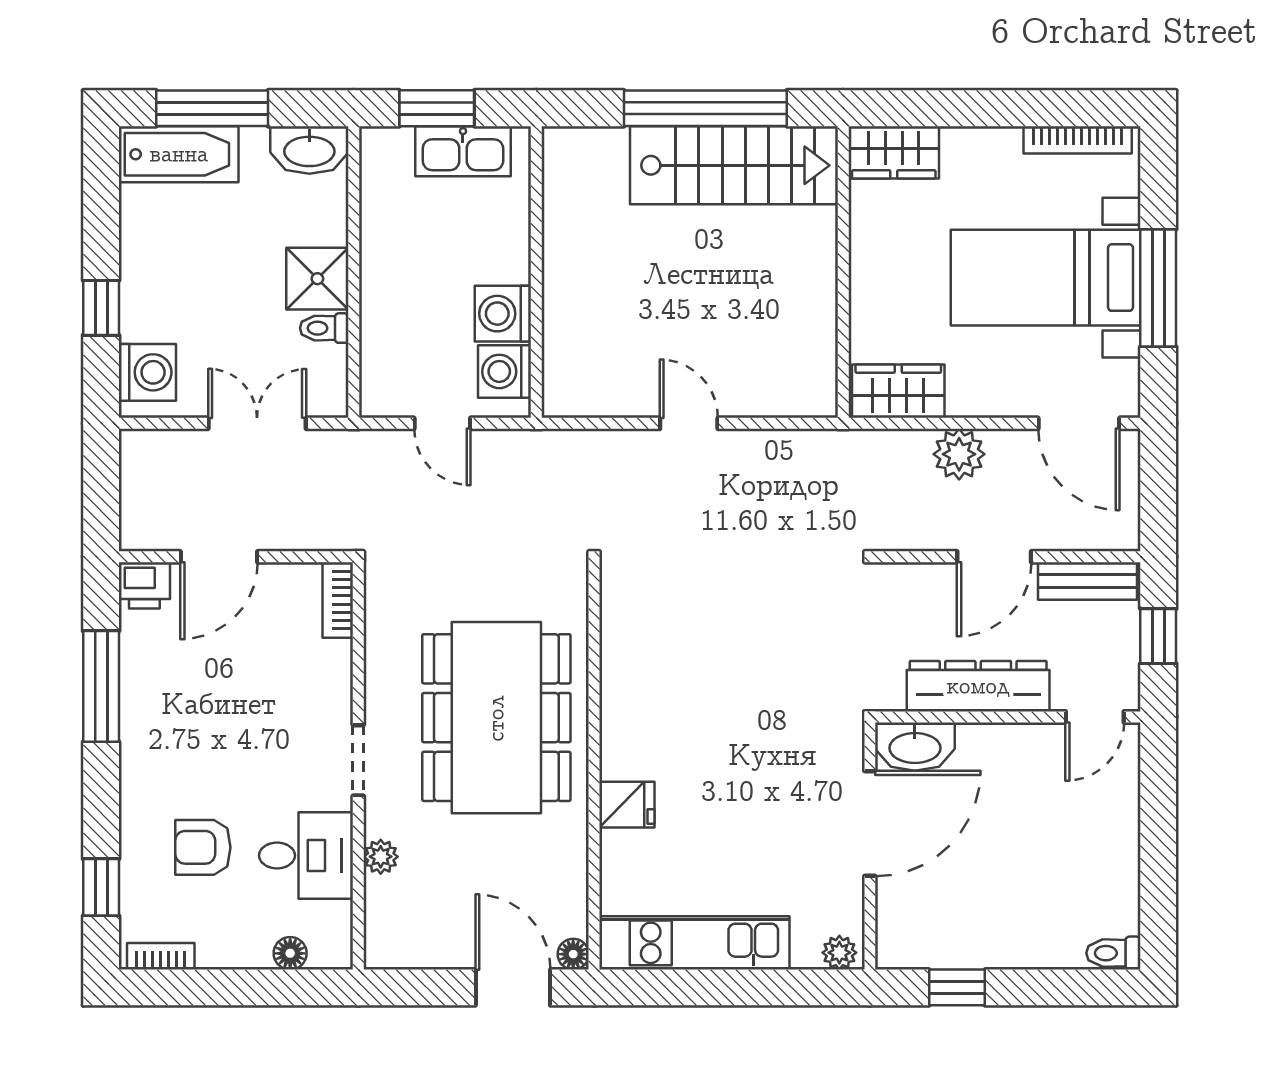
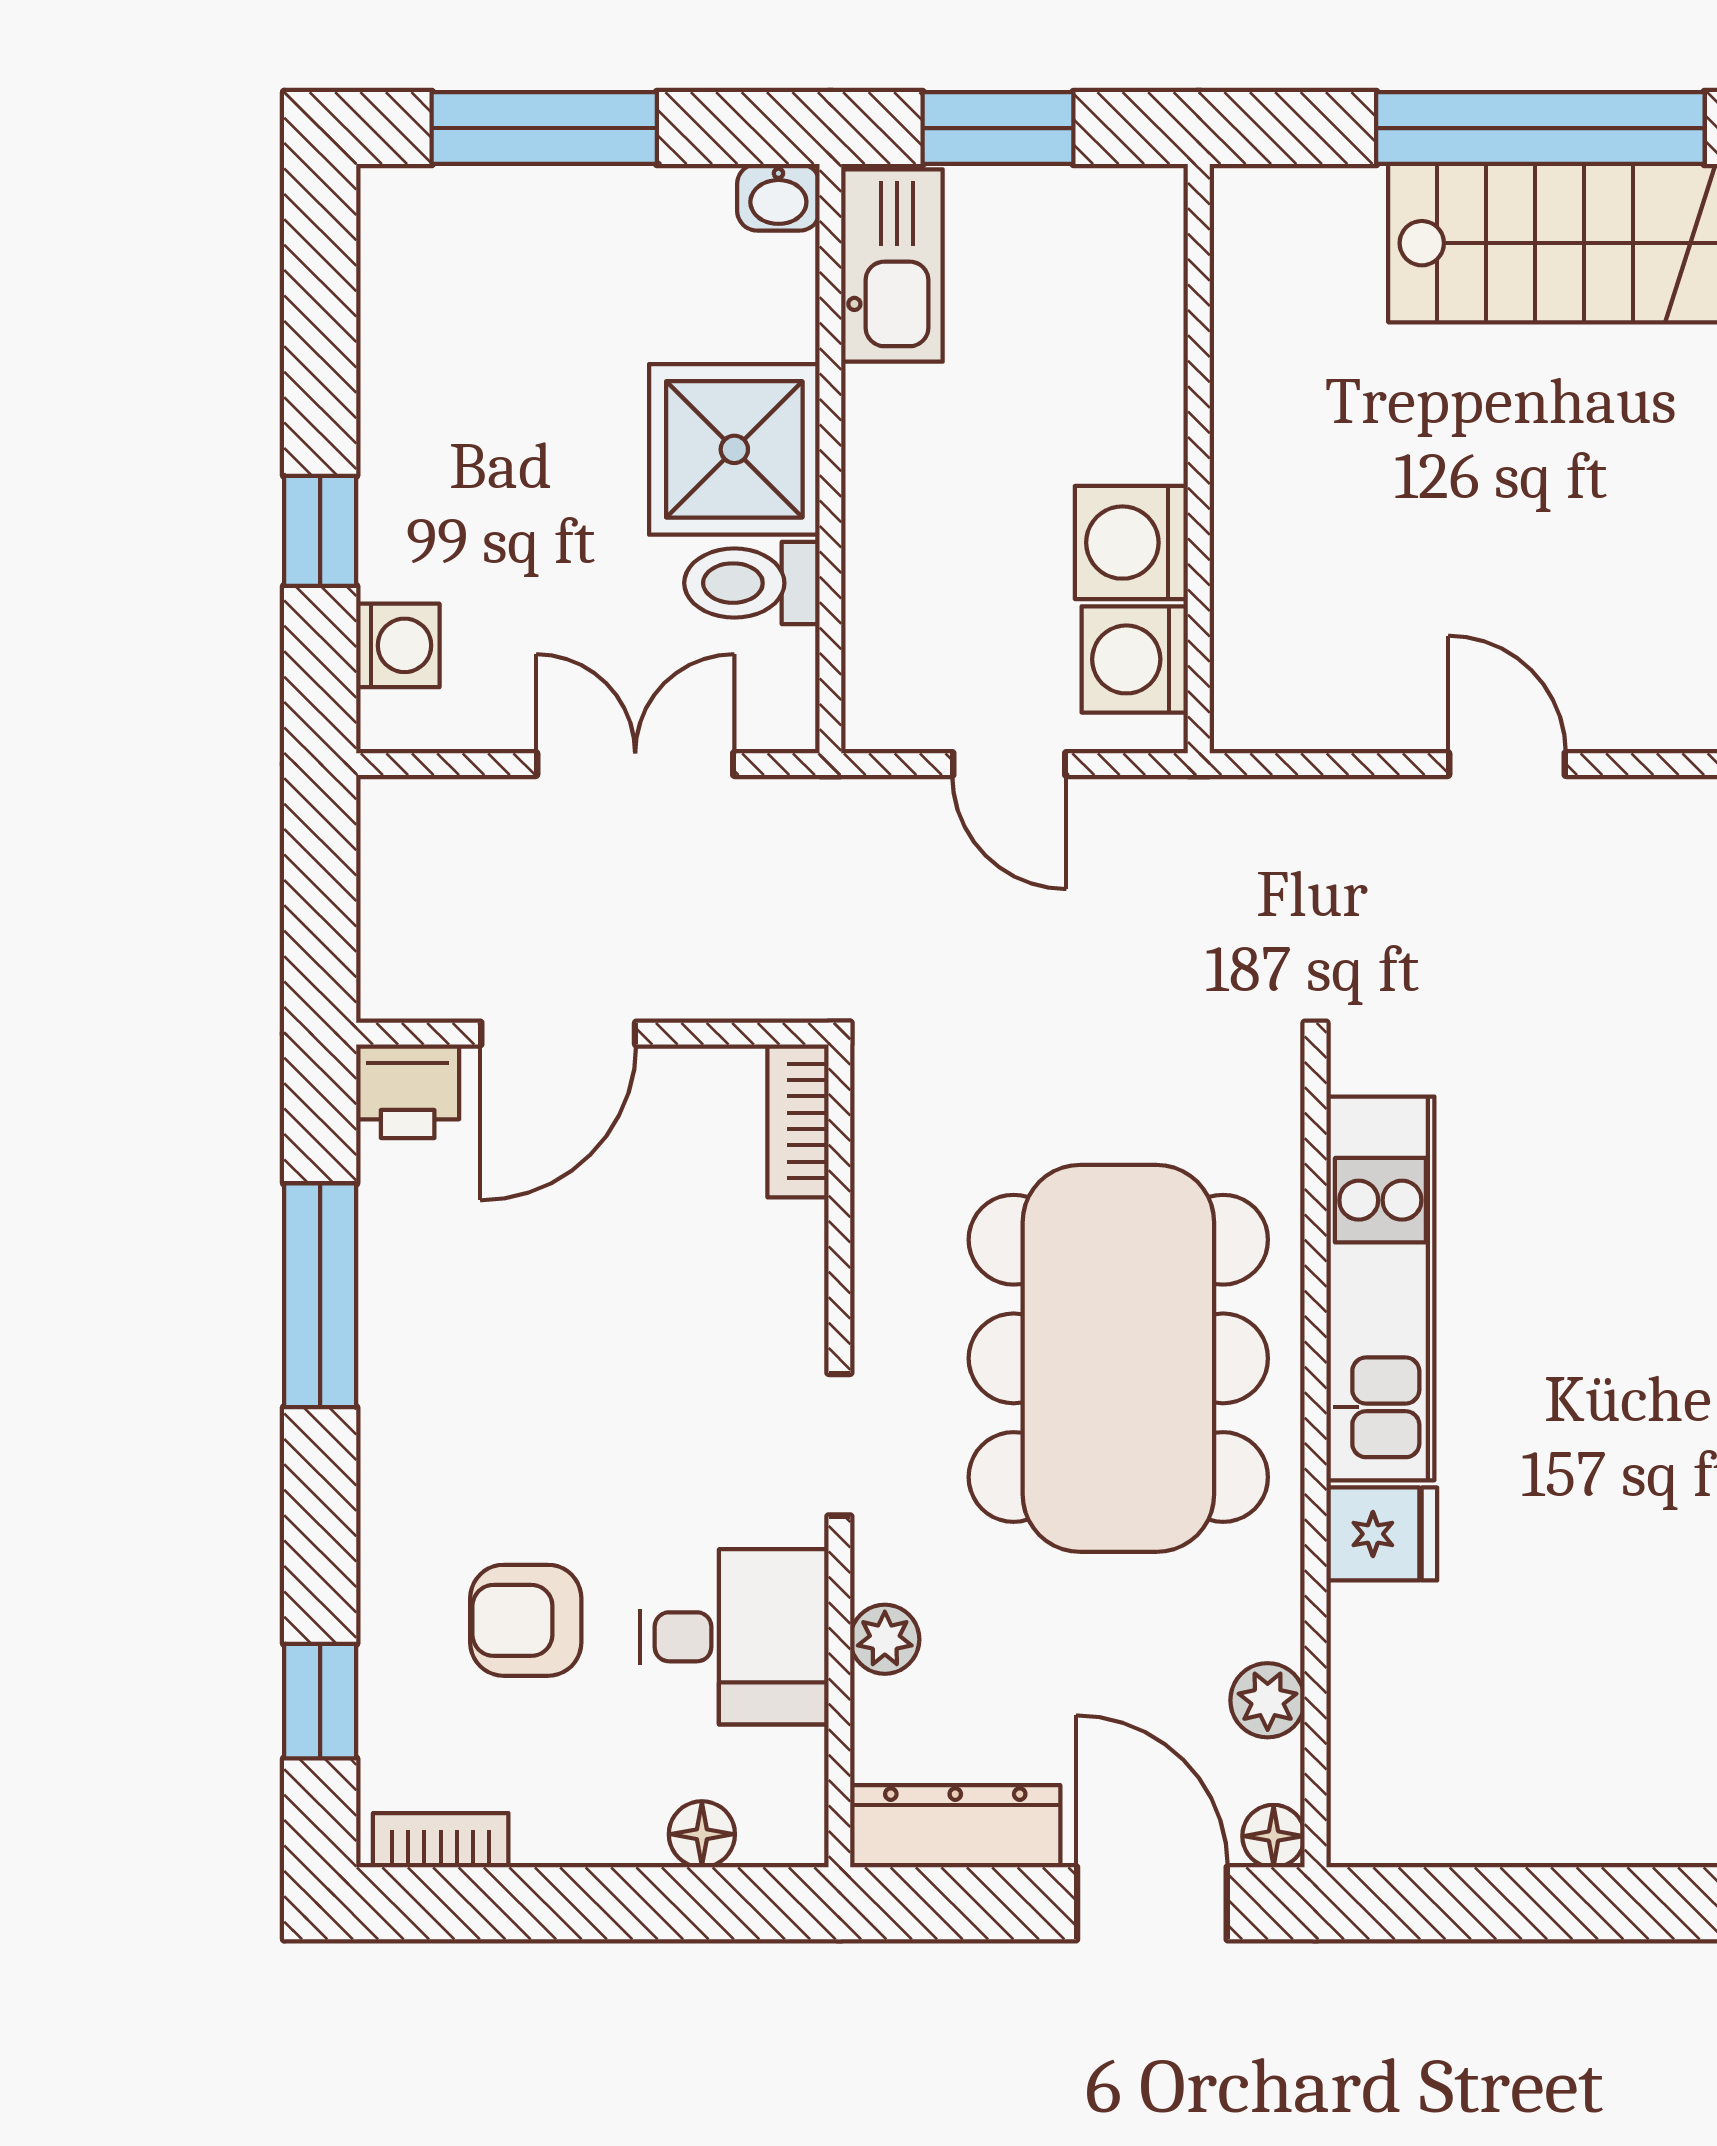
washbasin: (309, 150) -> (778, 197), width x0.52, depth x0.69
kitchen sink: (463, 151) -> (892, 265), moved, turned -90
bathtub: (179, 154) -> (477, 221), removed
shower: (317, 279) -> (734, 449), width x1.36, depth x1.36
toilet: (324, 328) -> (752, 583), width x1.37, depth x1.39
washing machine: (147, 372) -> (398, 645), width x0.73, depth x0.73
plant: (570, 887) -> (1268, 1700), added
kitchen unit: (694, 943) -> (1380, 1288), moved, turned 90
dresser: (416, 949) -> (955, 1826), added

